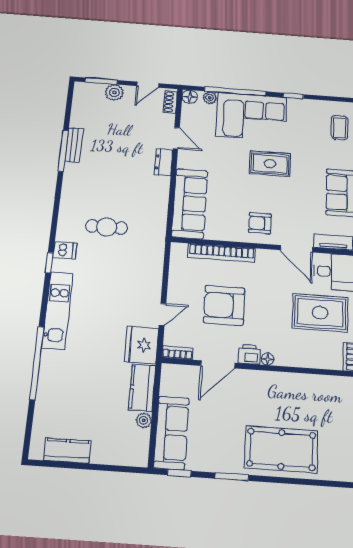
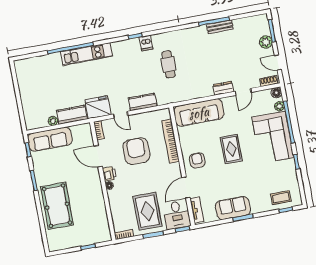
rug: (270, 164) -> (231, 149), moved
kitchen unit: (58, 310) -> (86, 54), moved
kitchen counter: (67, 451) -> (143, 102), moved, turned -90

